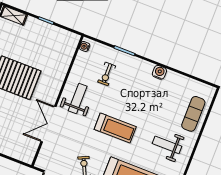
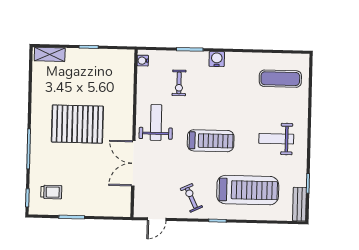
water cooler: (159, 72) -> (217, 59), moved
exercise mat: (193, 114) -> (280, 79), moved, turned 90

